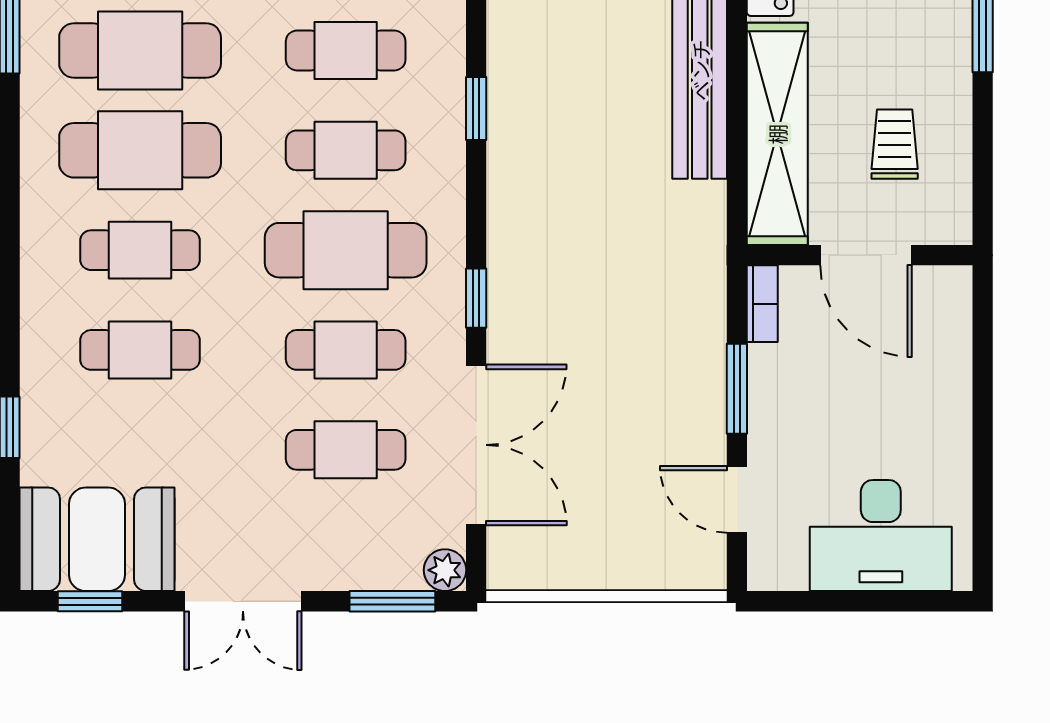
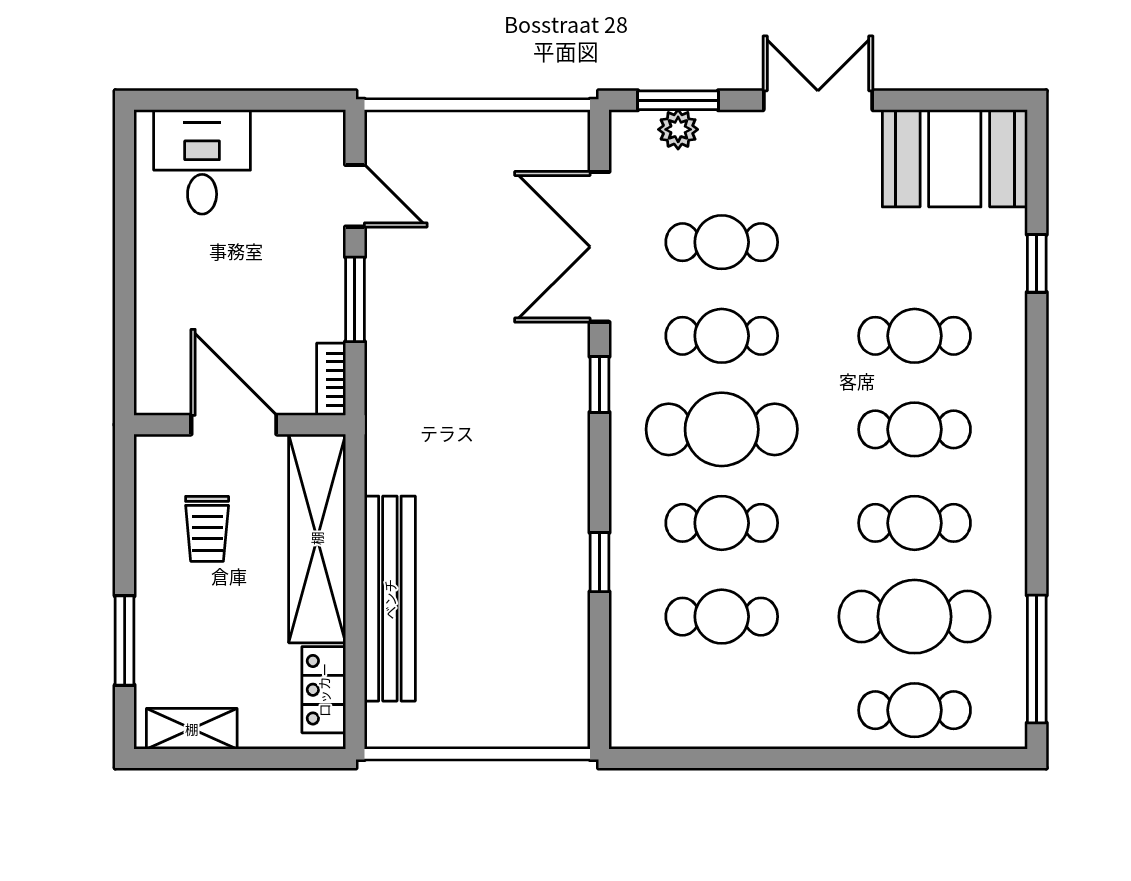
cafe table: (140, 150) -> (915, 523), width x0.73, depth x0.74
desk: (881, 536) -> (202, 162), width x0.73
plant: (445, 570) -> (678, 129), moved
window: (90, 601) -> (961, 100), removed

